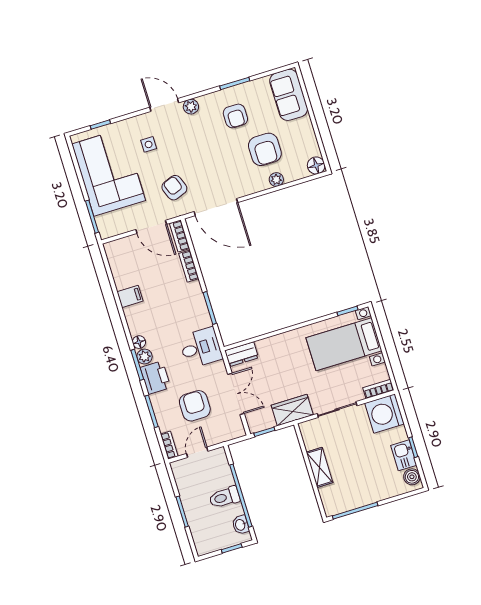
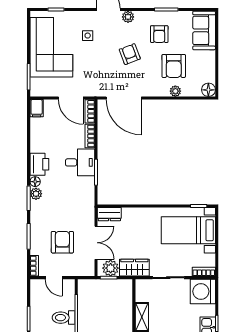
armchair: (174, 188) -> (130, 54), moved
filing cabinet: (130, 296) -> (37, 108), moved, turned 90
desk: (201, 348) -> (80, 162), moved
printer: (155, 378) -> (39, 164), moved
plant: (263, 419) -> (111, 268), added
door: (197, 452) -> (54, 278), swing flipped

